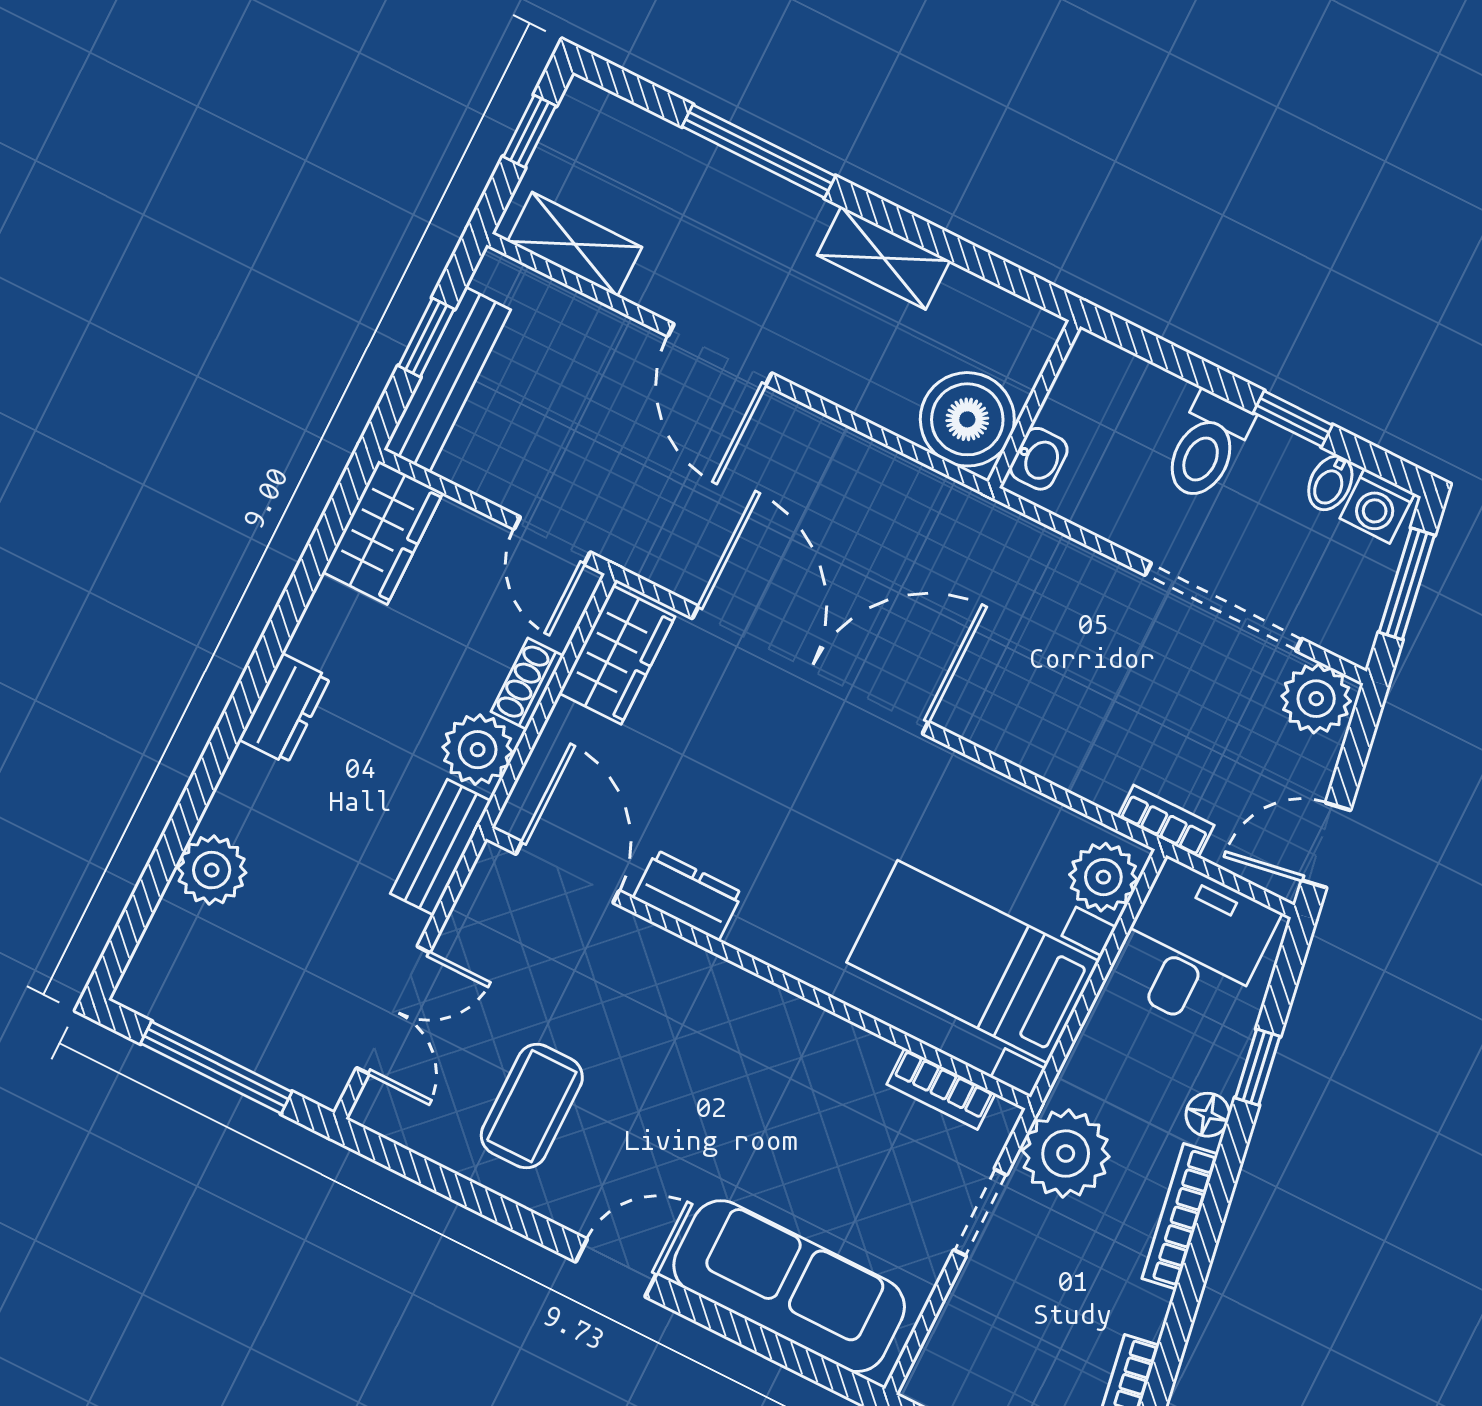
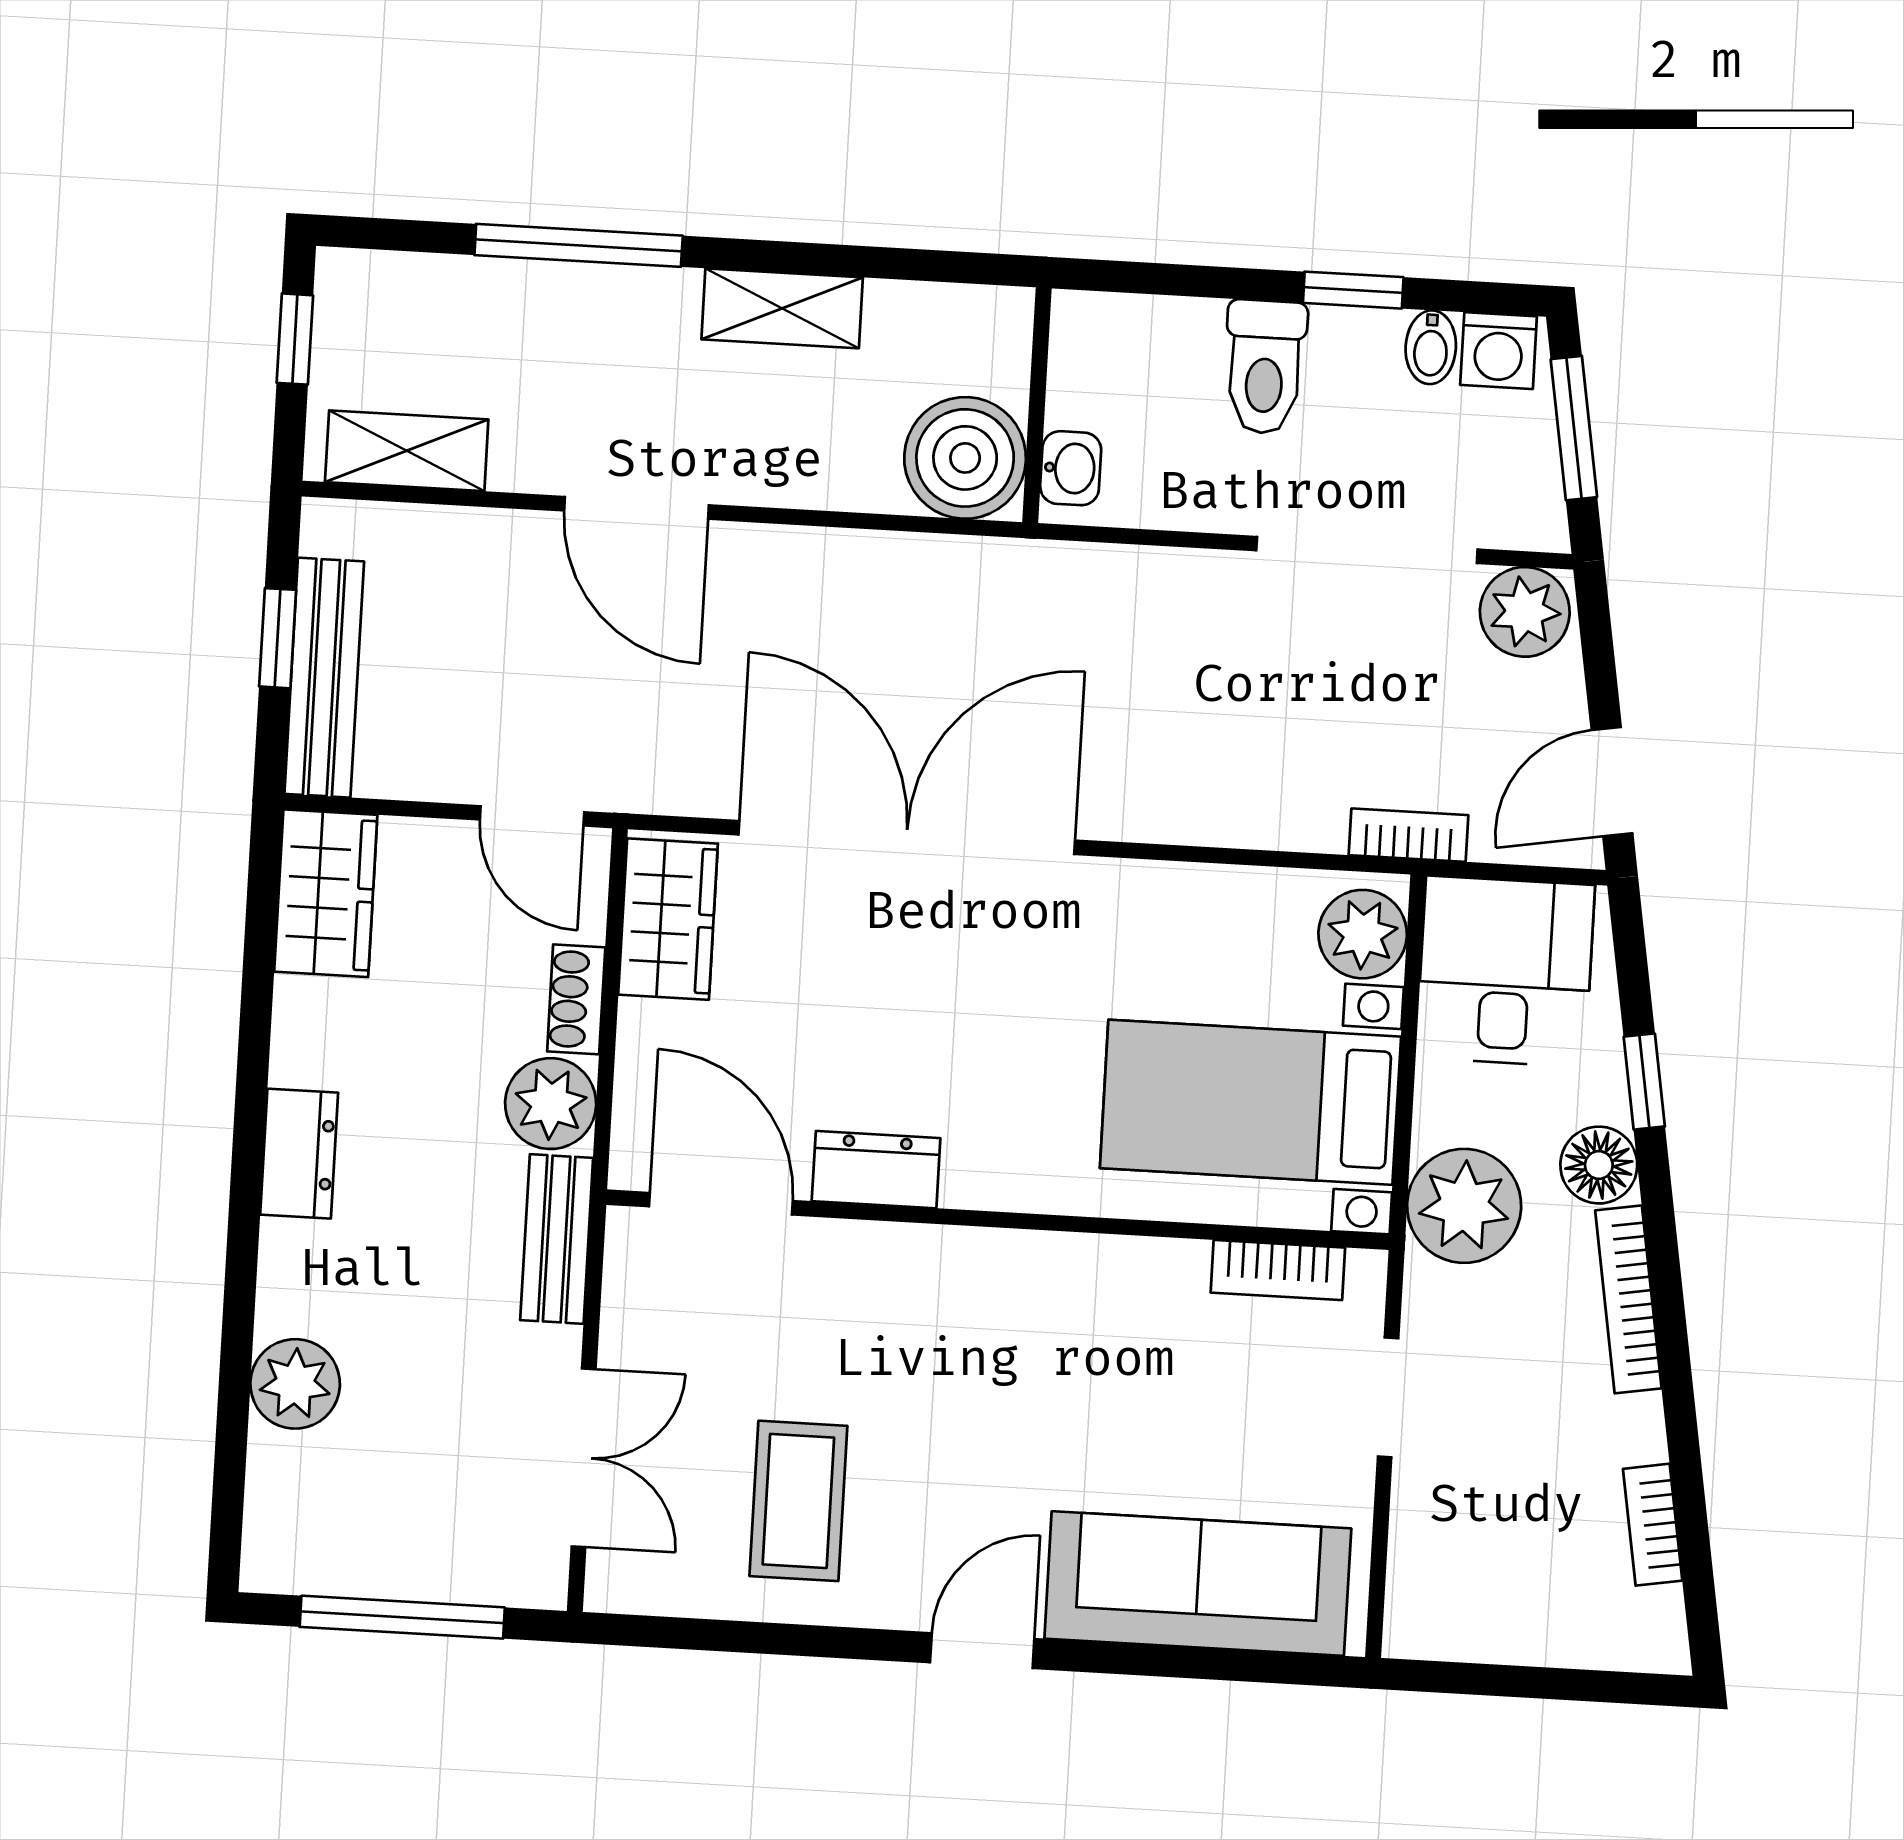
floor lamp: (1208, 1115) -> (1599, 1165), width x1.37, depth x1.37
plant: (1066, 1154) -> (1464, 1206), moved

